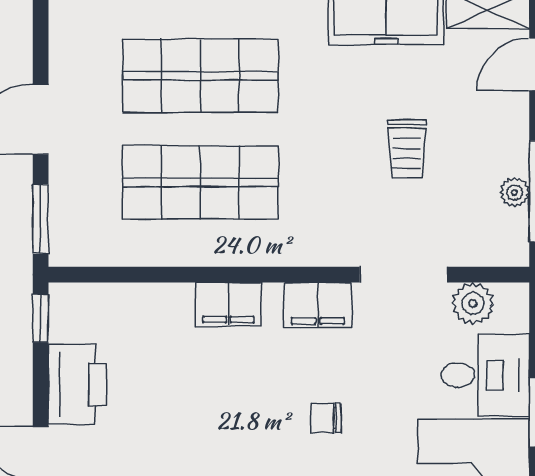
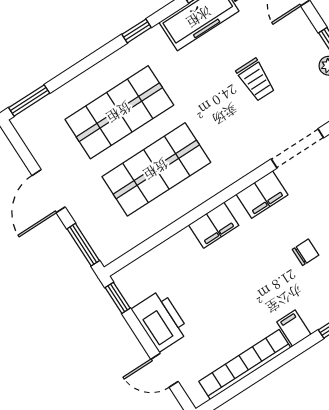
chair: (326, 418) -> (306, 252), turned 180

